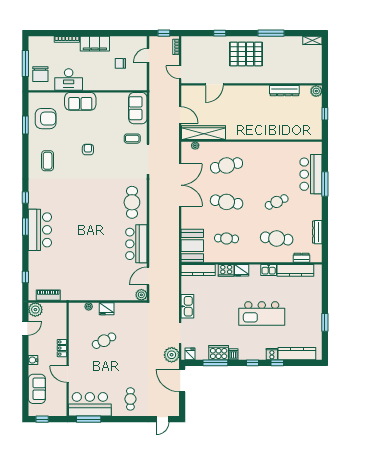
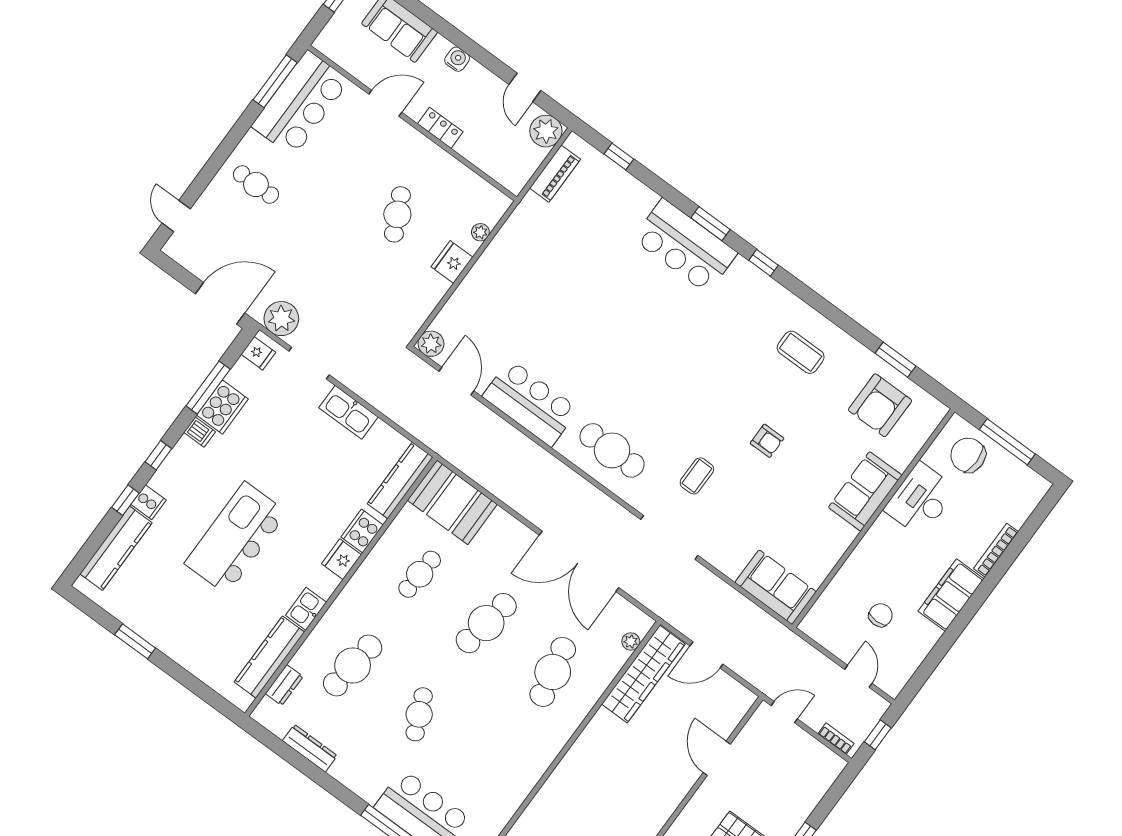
coffee table: (132, 139) -> (697, 476), moved

